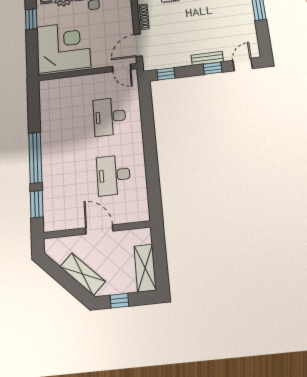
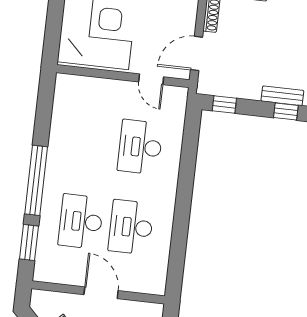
door: (122, 68) -> (151, 79), moved
desk: (74, 180) -> (81, 221), added

